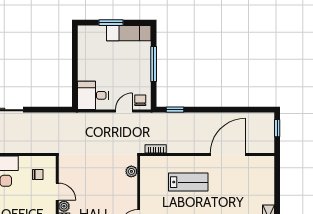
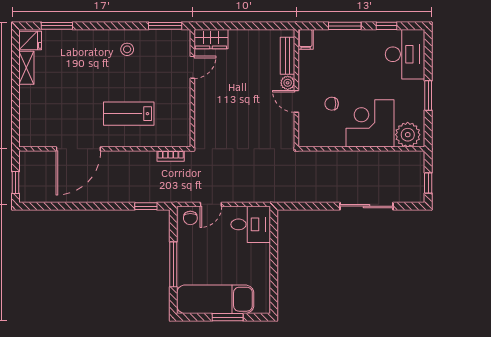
exam couch: (129, 33) -> (215, 299), width x1.36, depth x1.45
plant: (131, 171) -> (201, 127), removed
chair: (38, 174) -> (332, 104), moved

